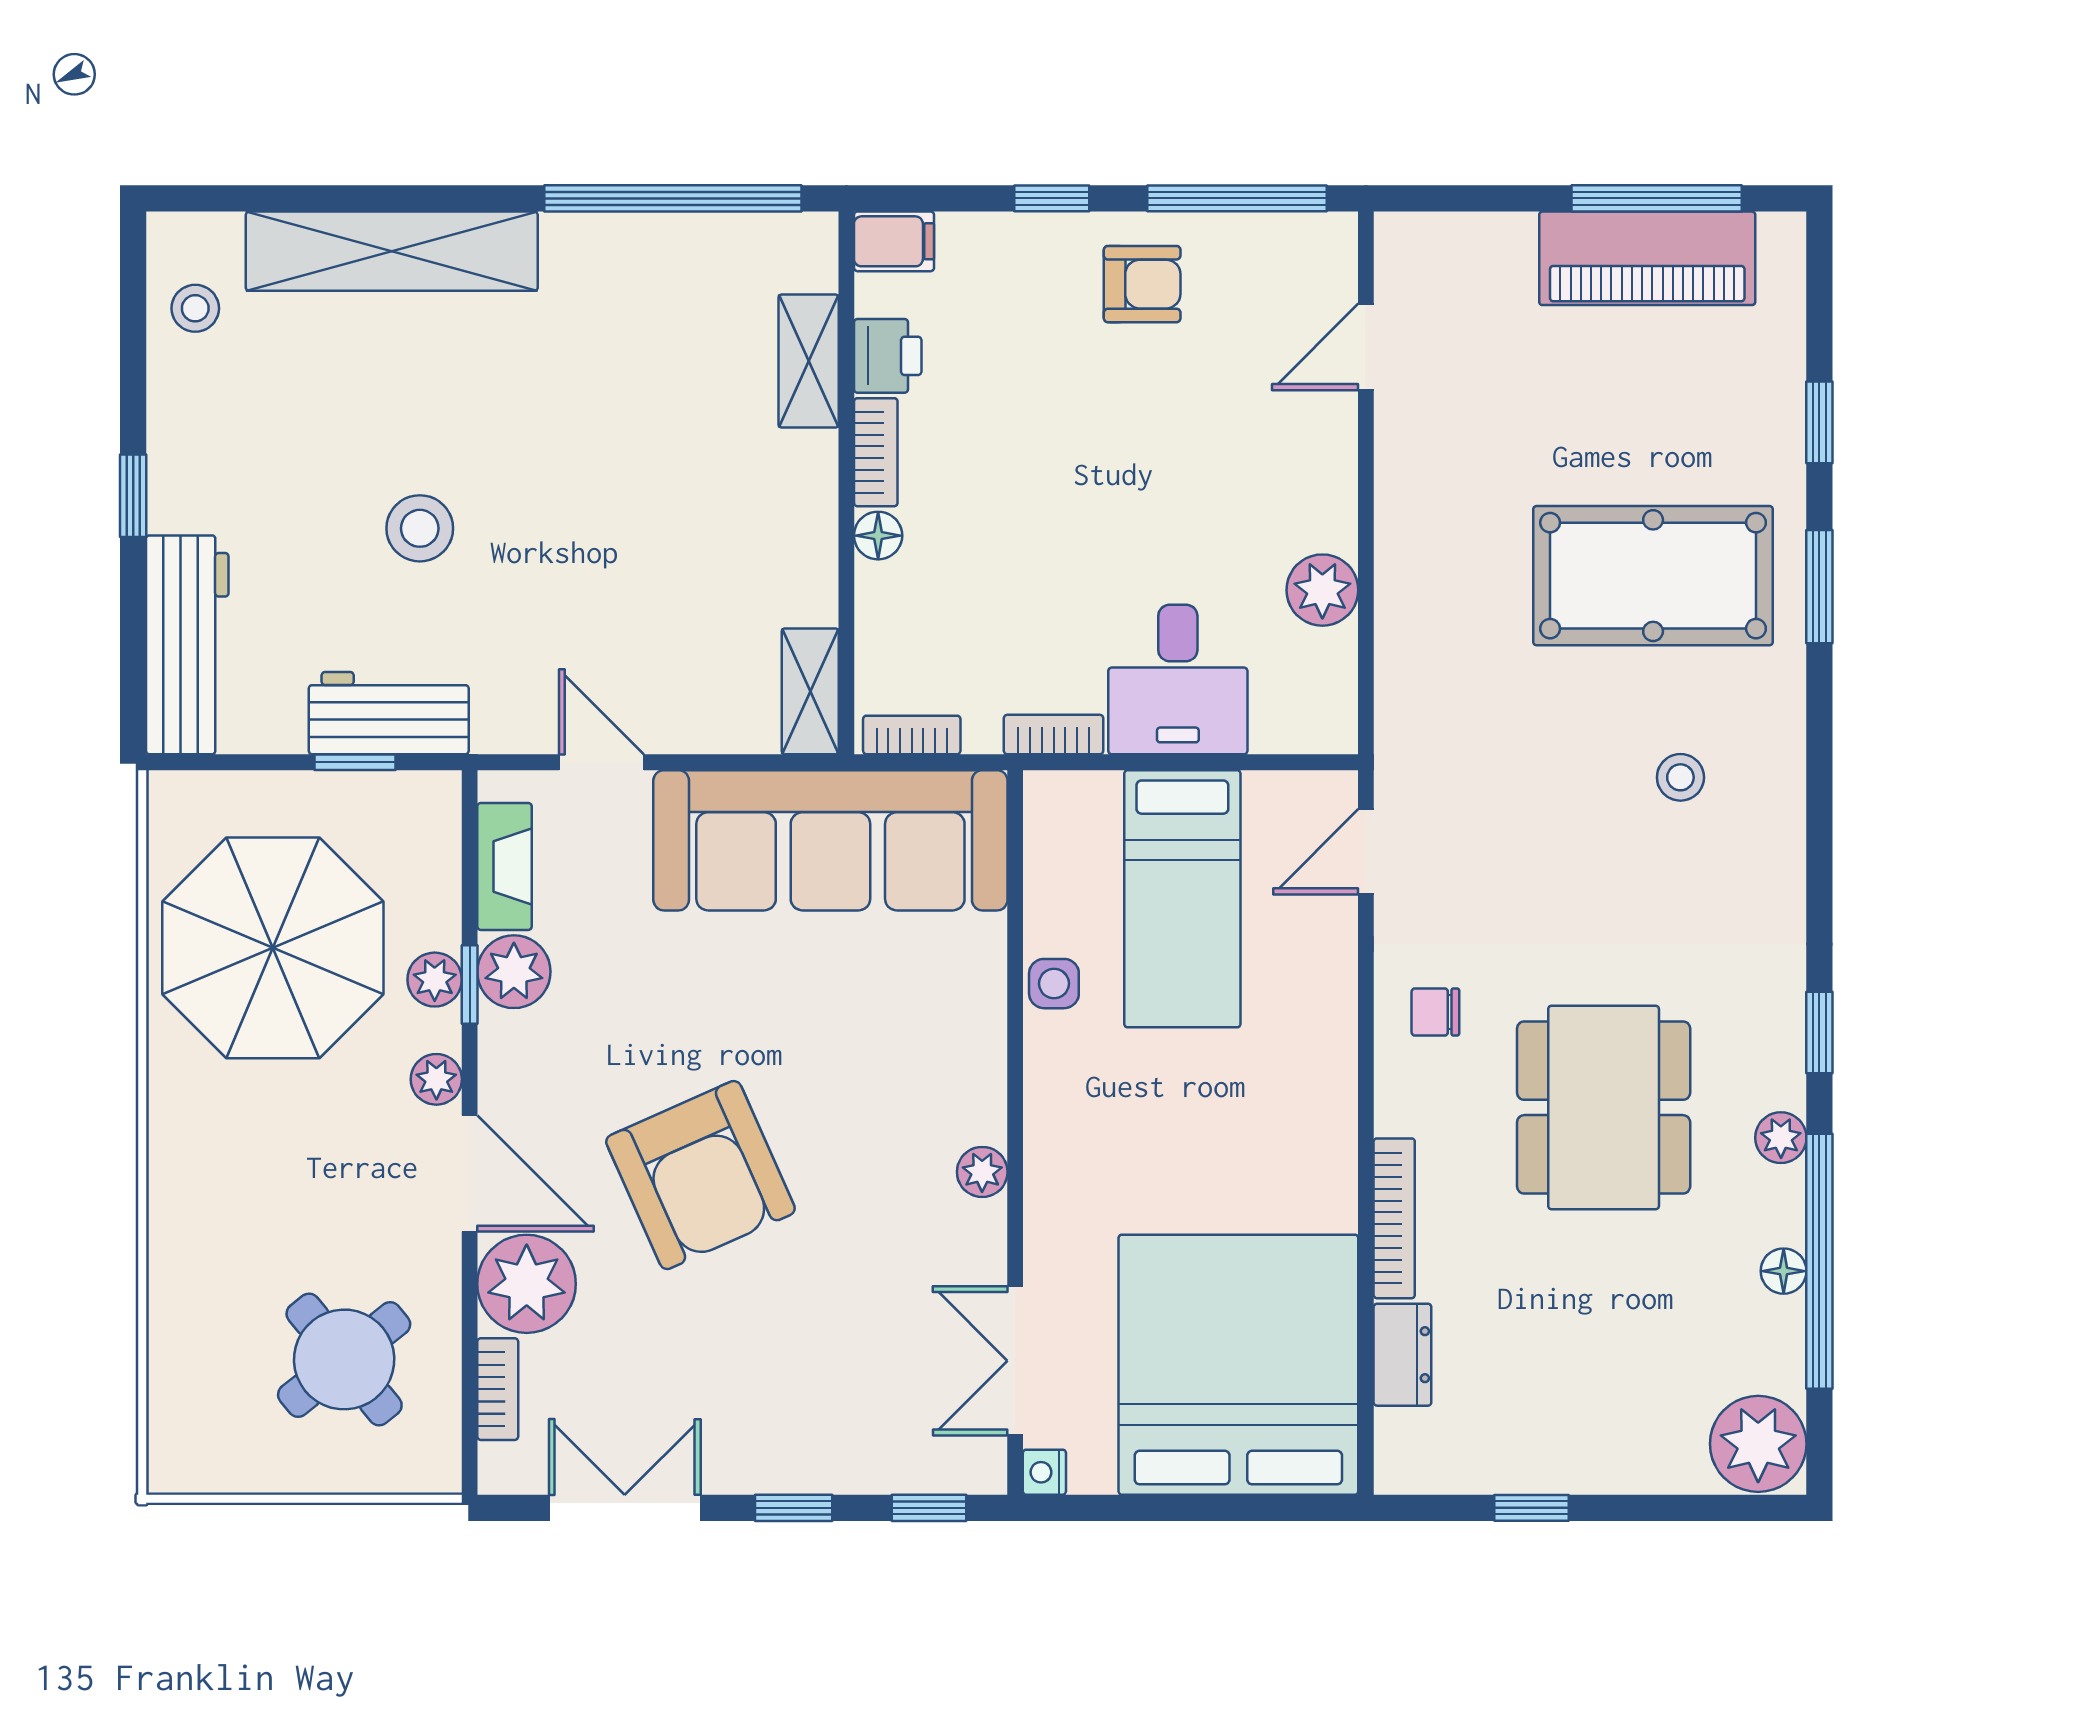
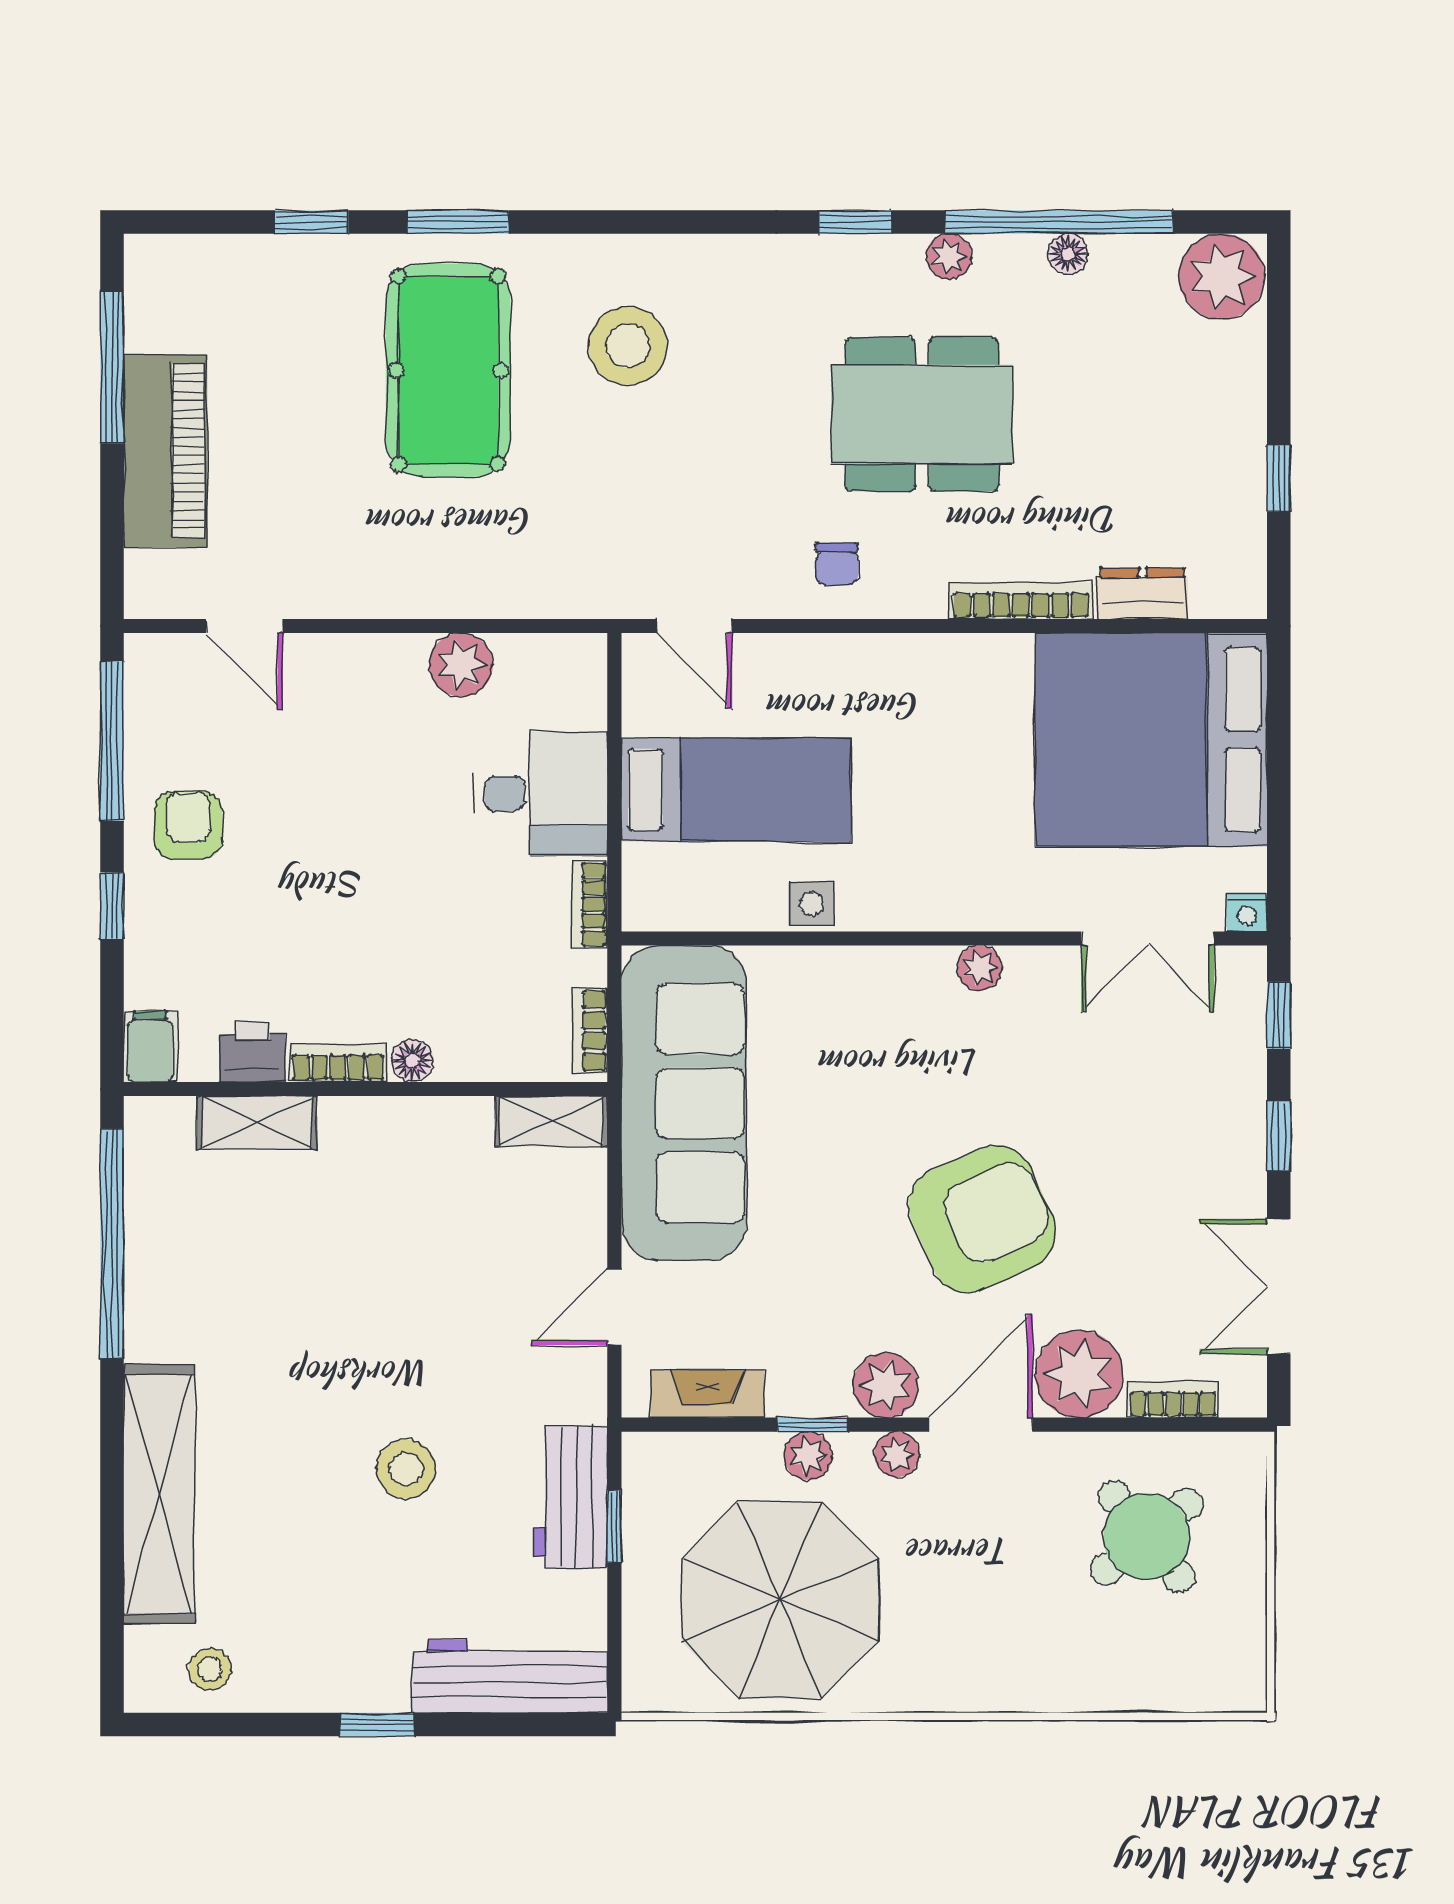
piano: (1647, 258) -> (165, 451), moved
stool: (1680, 777) -> (628, 346), width x1.89, depth x1.89
plant: (514, 972) -> (886, 1385), moved

